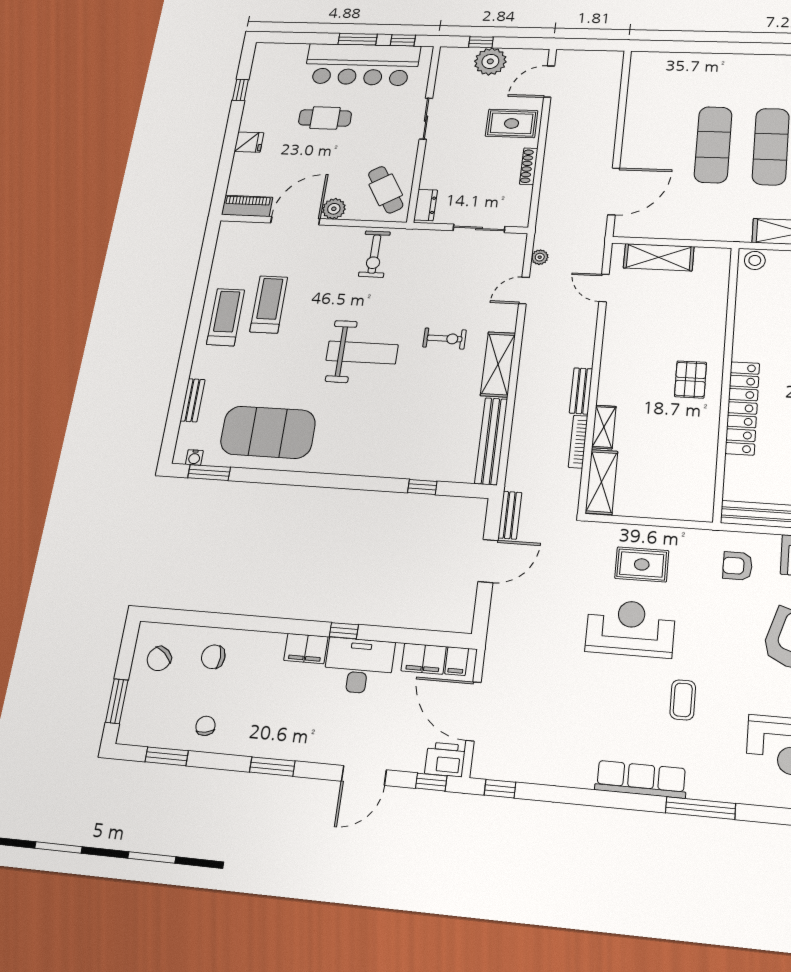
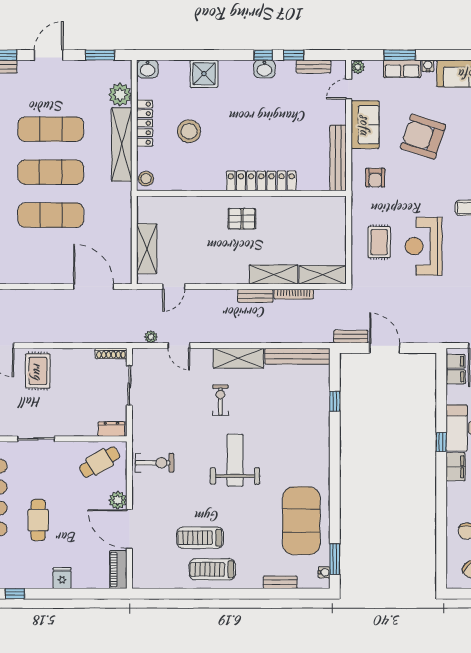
shoe rack: (529, 166) -> (111, 353), moved
shelving: (604, 427) -> (274, 275), width x1.50, depth x1.33
filing cabinet: (424, 659) -> (456, 377), width x0.50

